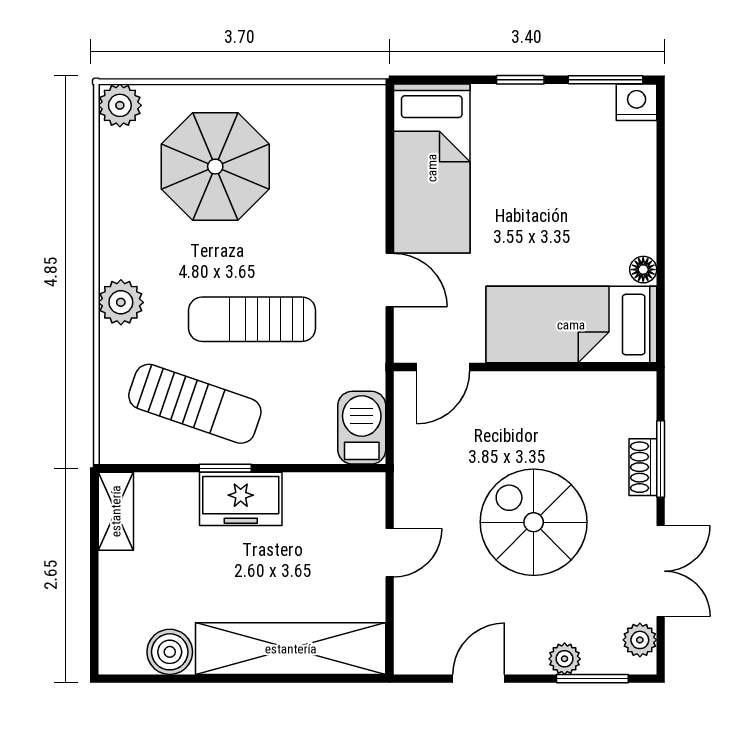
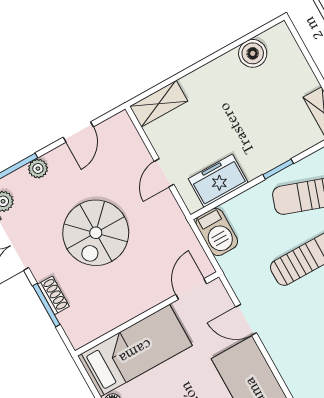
freezer: (241, 499) -> (218, 181), moved
spiral stairs: (534, 522) -> (96, 233), turned 90
shelving: (291, 649) -> (159, 104), width x0.45, depth x0.75

